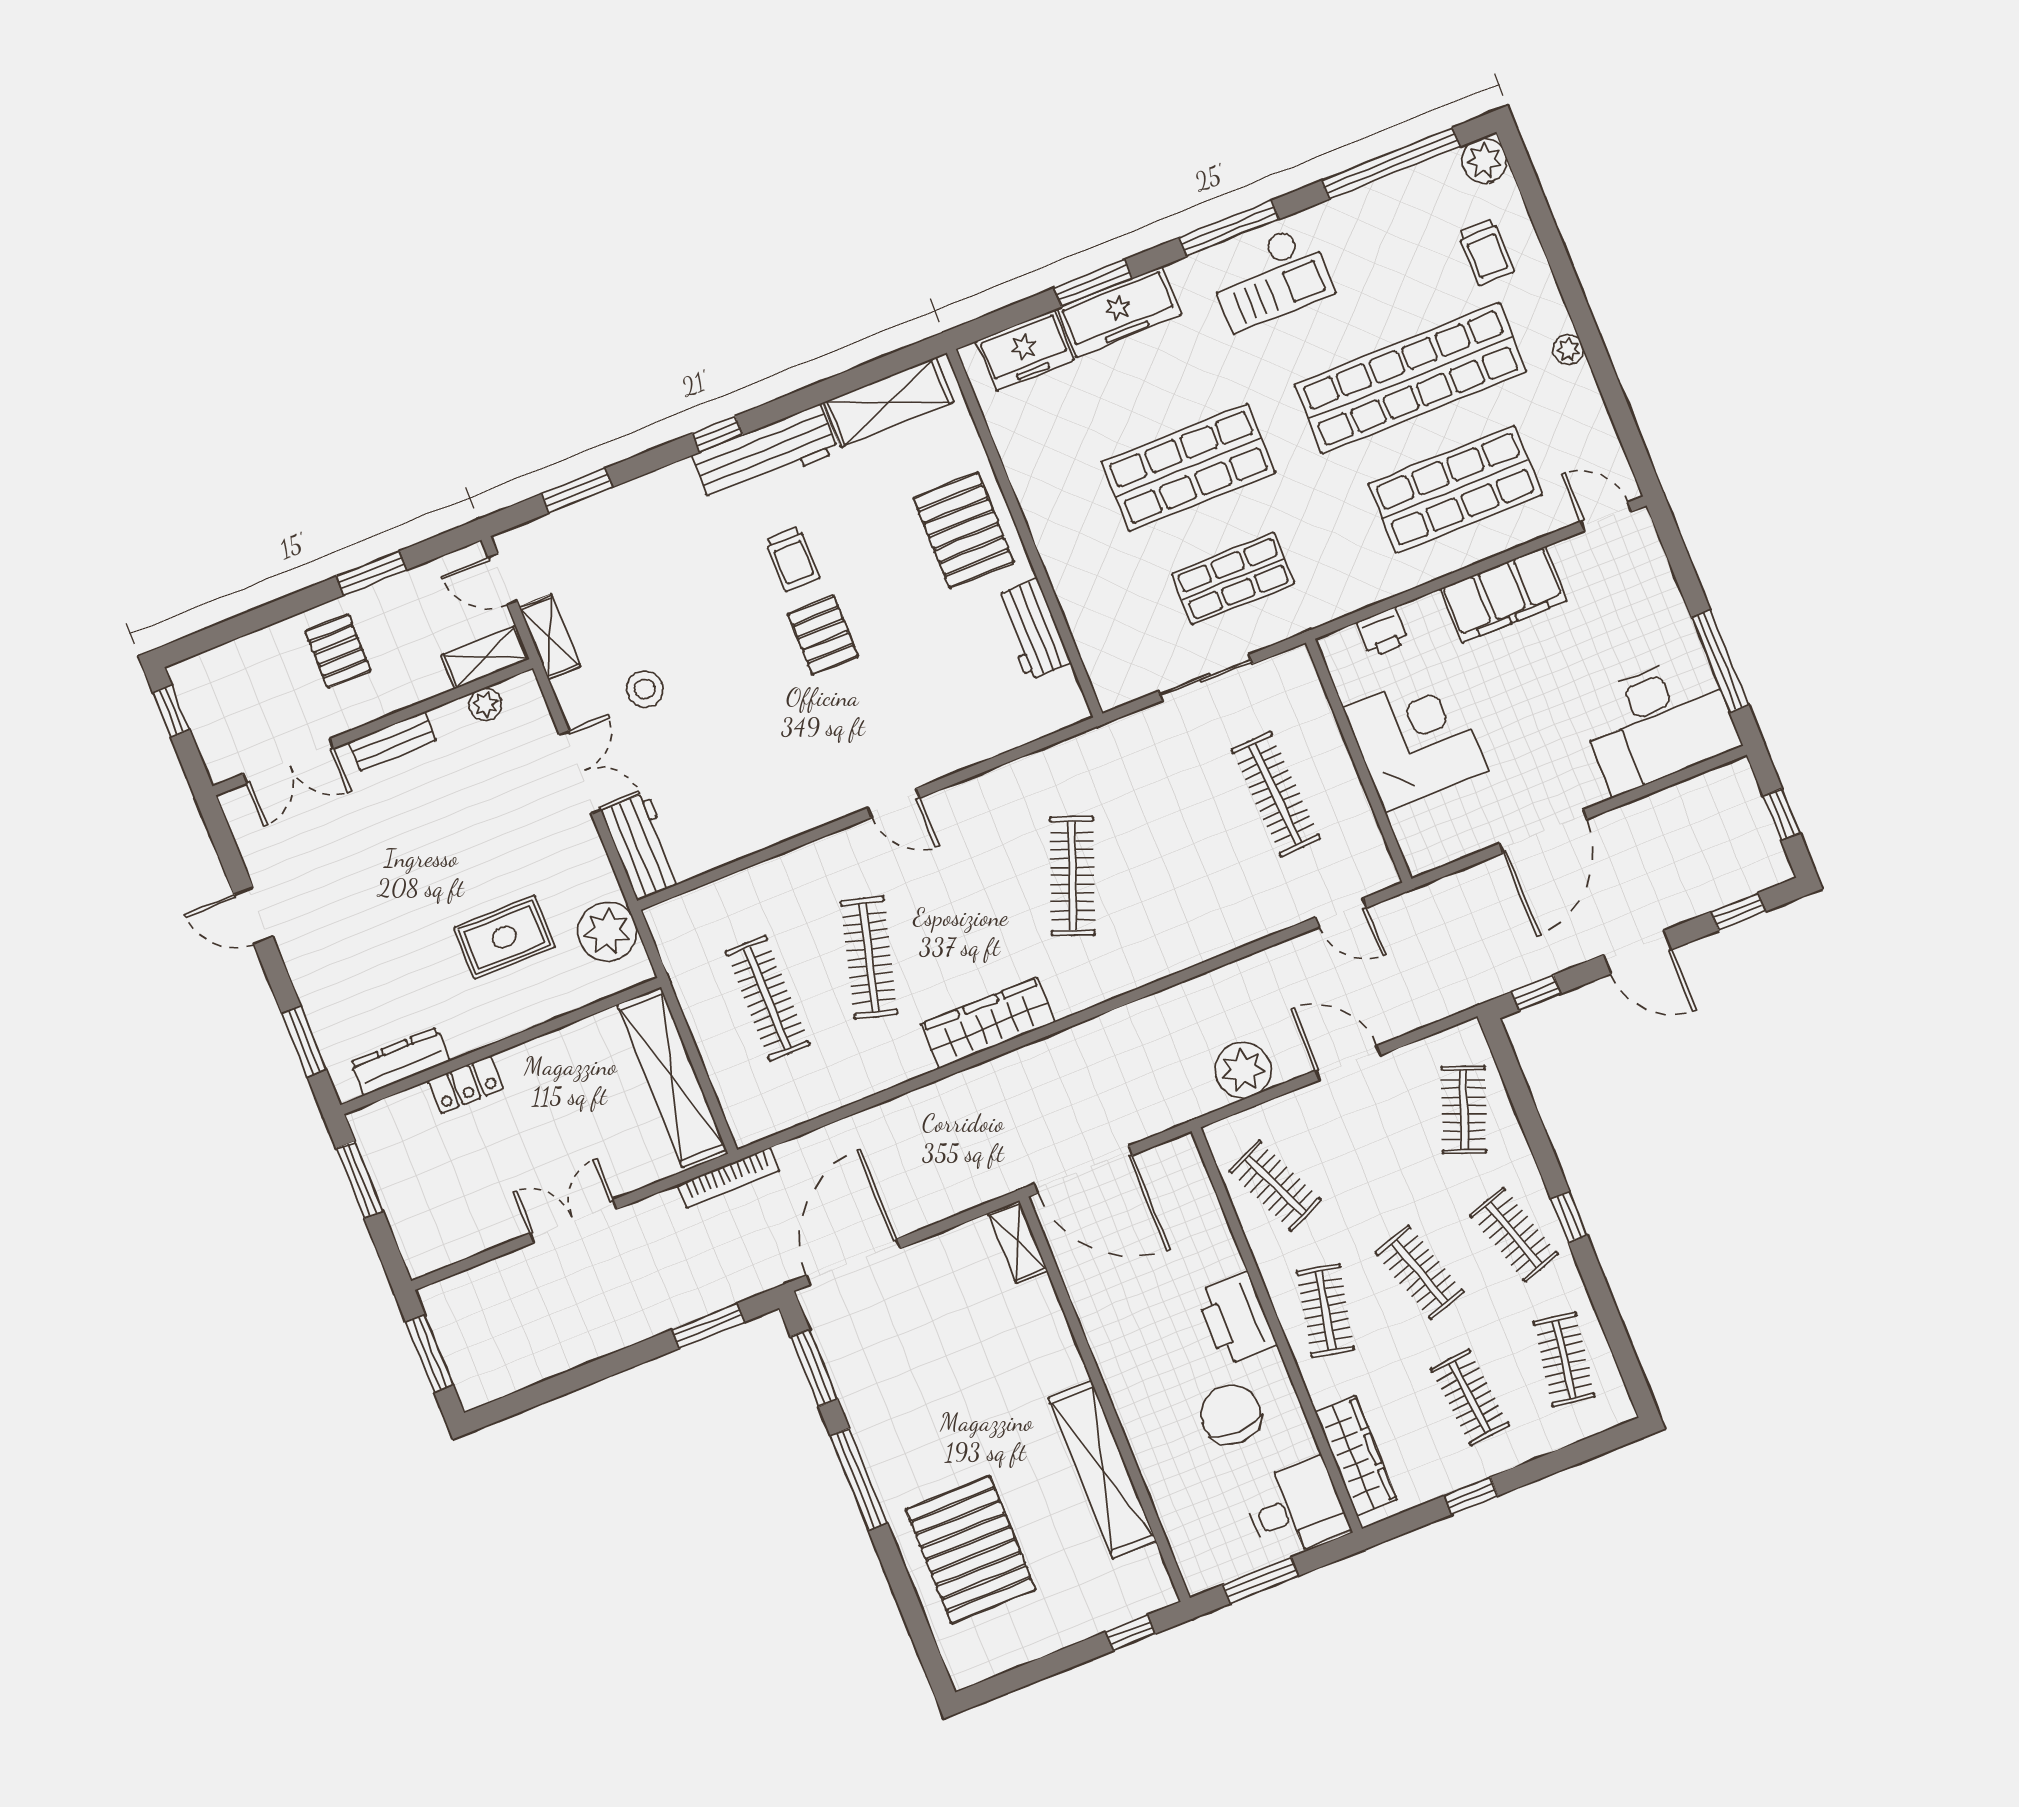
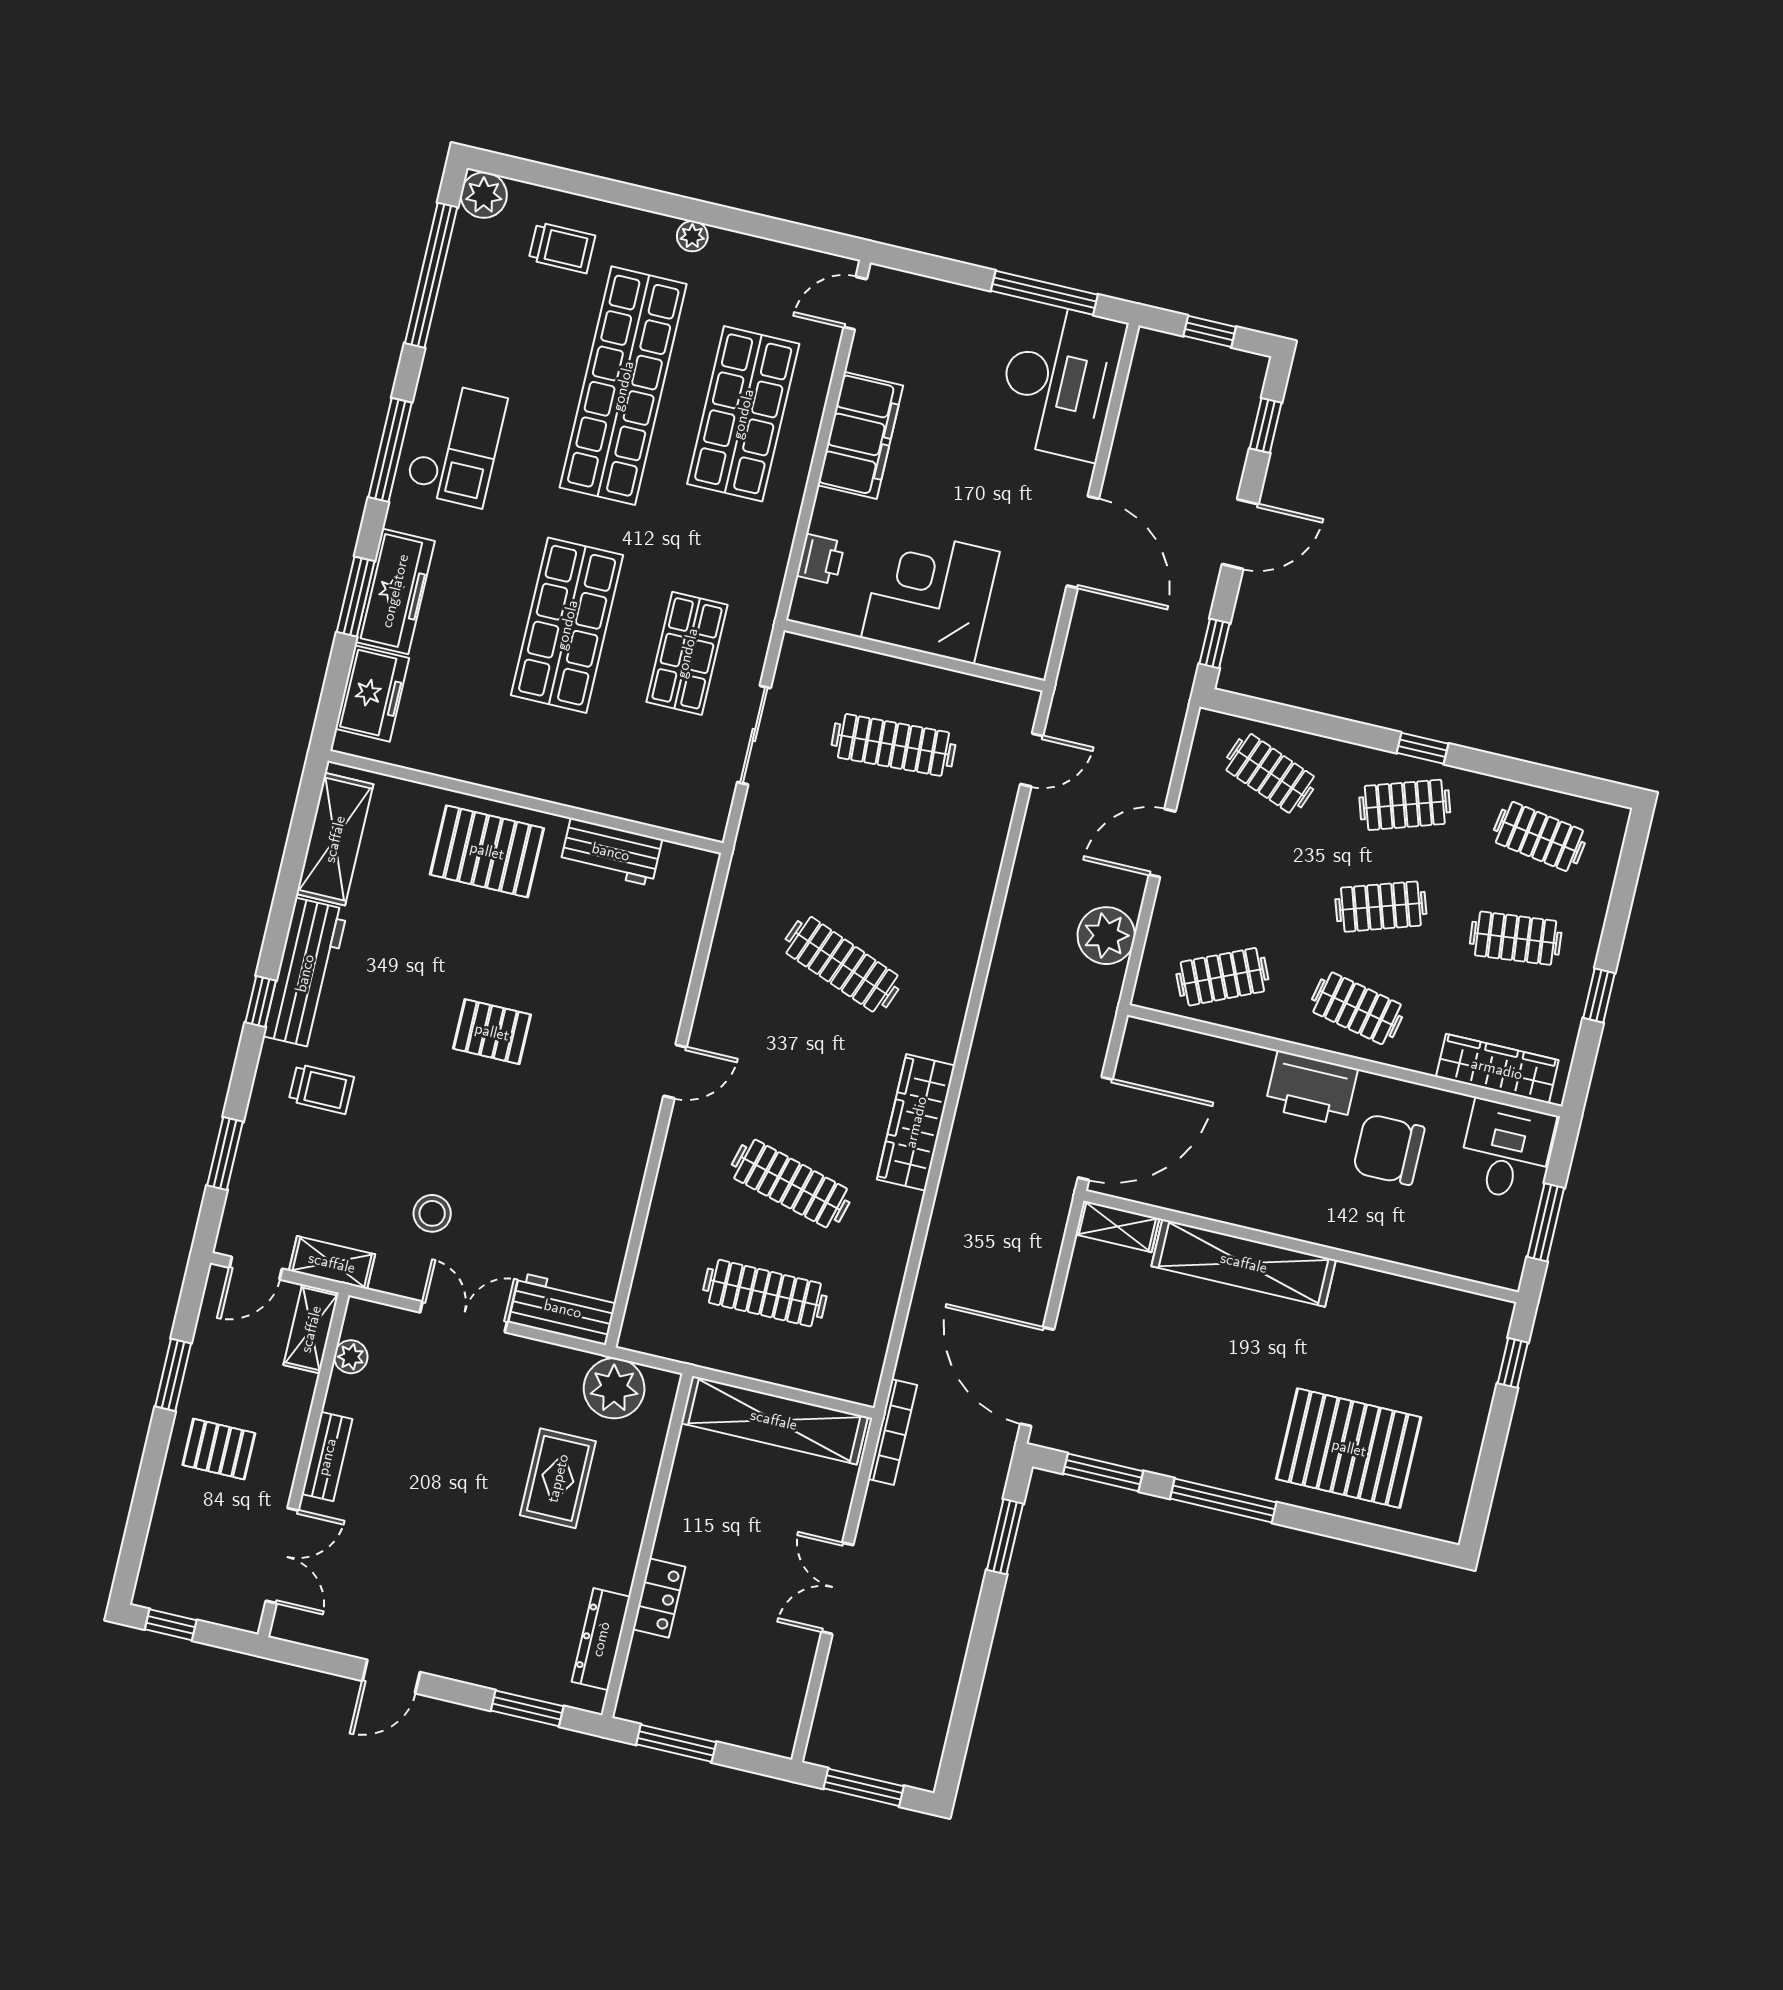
trolley: (792, 559) -> (321, 1089), moved
shelving: (1102, 1470) -> (1244, 1263), moved

